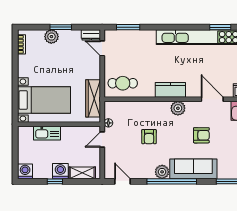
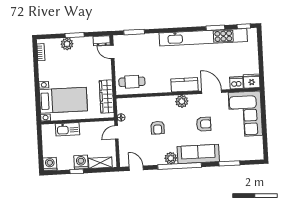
kitchen counter: (170, 90) -> (185, 85), moved

